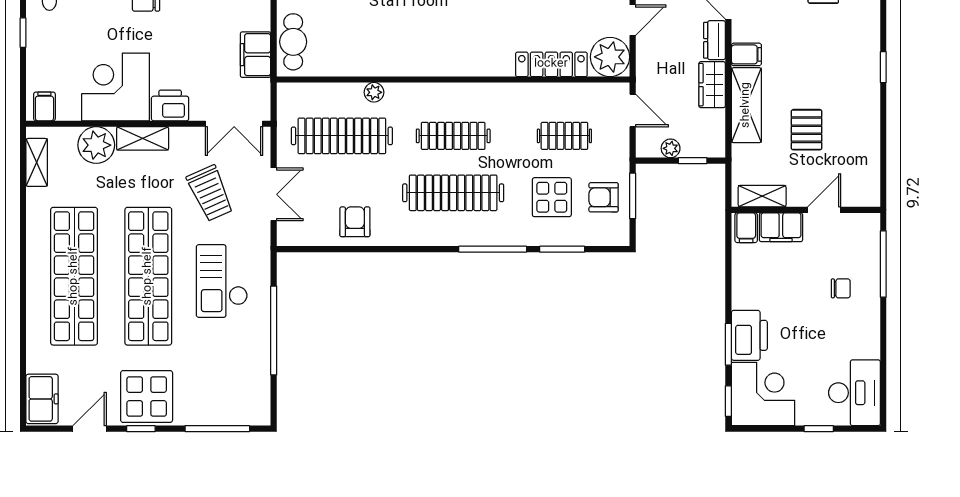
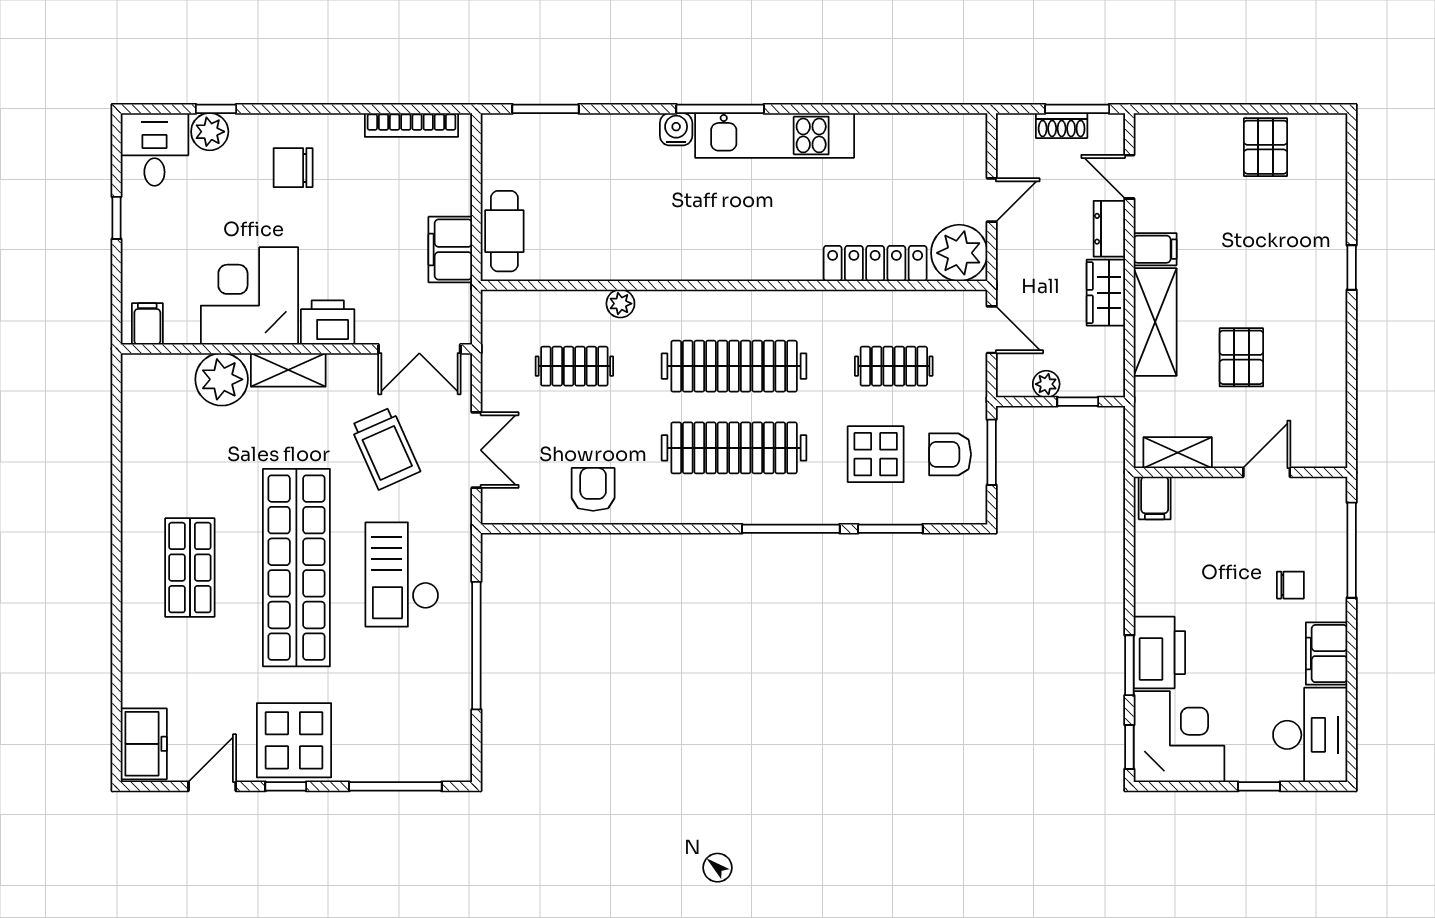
clothes rail: (342, 136) -> (574, 366), width x0.54, depth x0.76
clothes rail: (453, 136) -> (734, 366), width x1.37, depth x1.31
shelving: (37, 162) -> (136, 404), removed
filing cabinet: (781, 227) -> (1327, 654), moved, turned 90
shop shelf: (74, 276) -> (190, 568), width x0.50, depth x0.74

